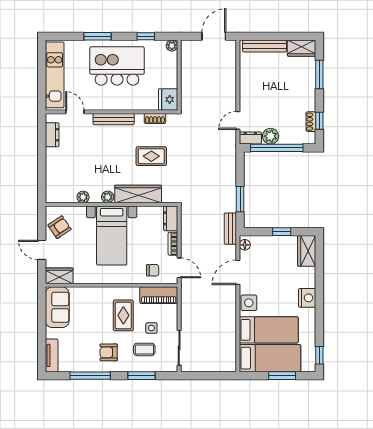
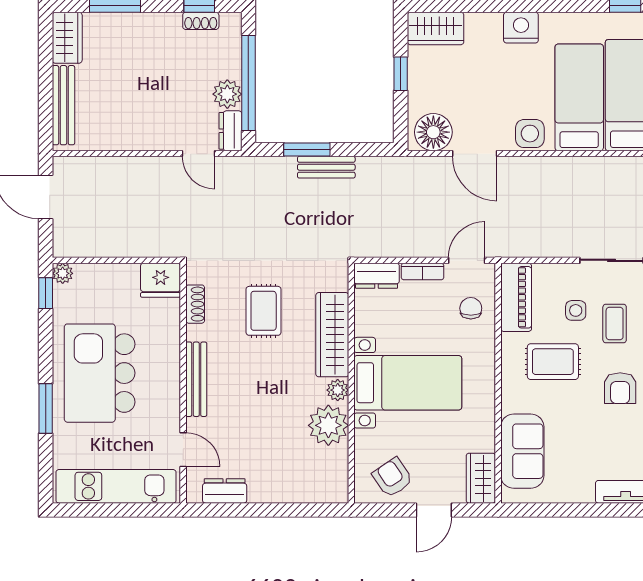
window: (146, 36) -> (46, 293), moved
door: (75, 112) -> (183, 450), swing flipped
plant: (83, 197) -> (328, 425), width x1.87, depth x1.87
window: (240, 199) -> (307, 150), moved
bench: (230, 229) -> (326, 167), moved
floor lamp: (245, 245) -> (433, 132), width x1.89, depth x1.89
sofa: (57, 307) -> (522, 451), moved, turned 90

